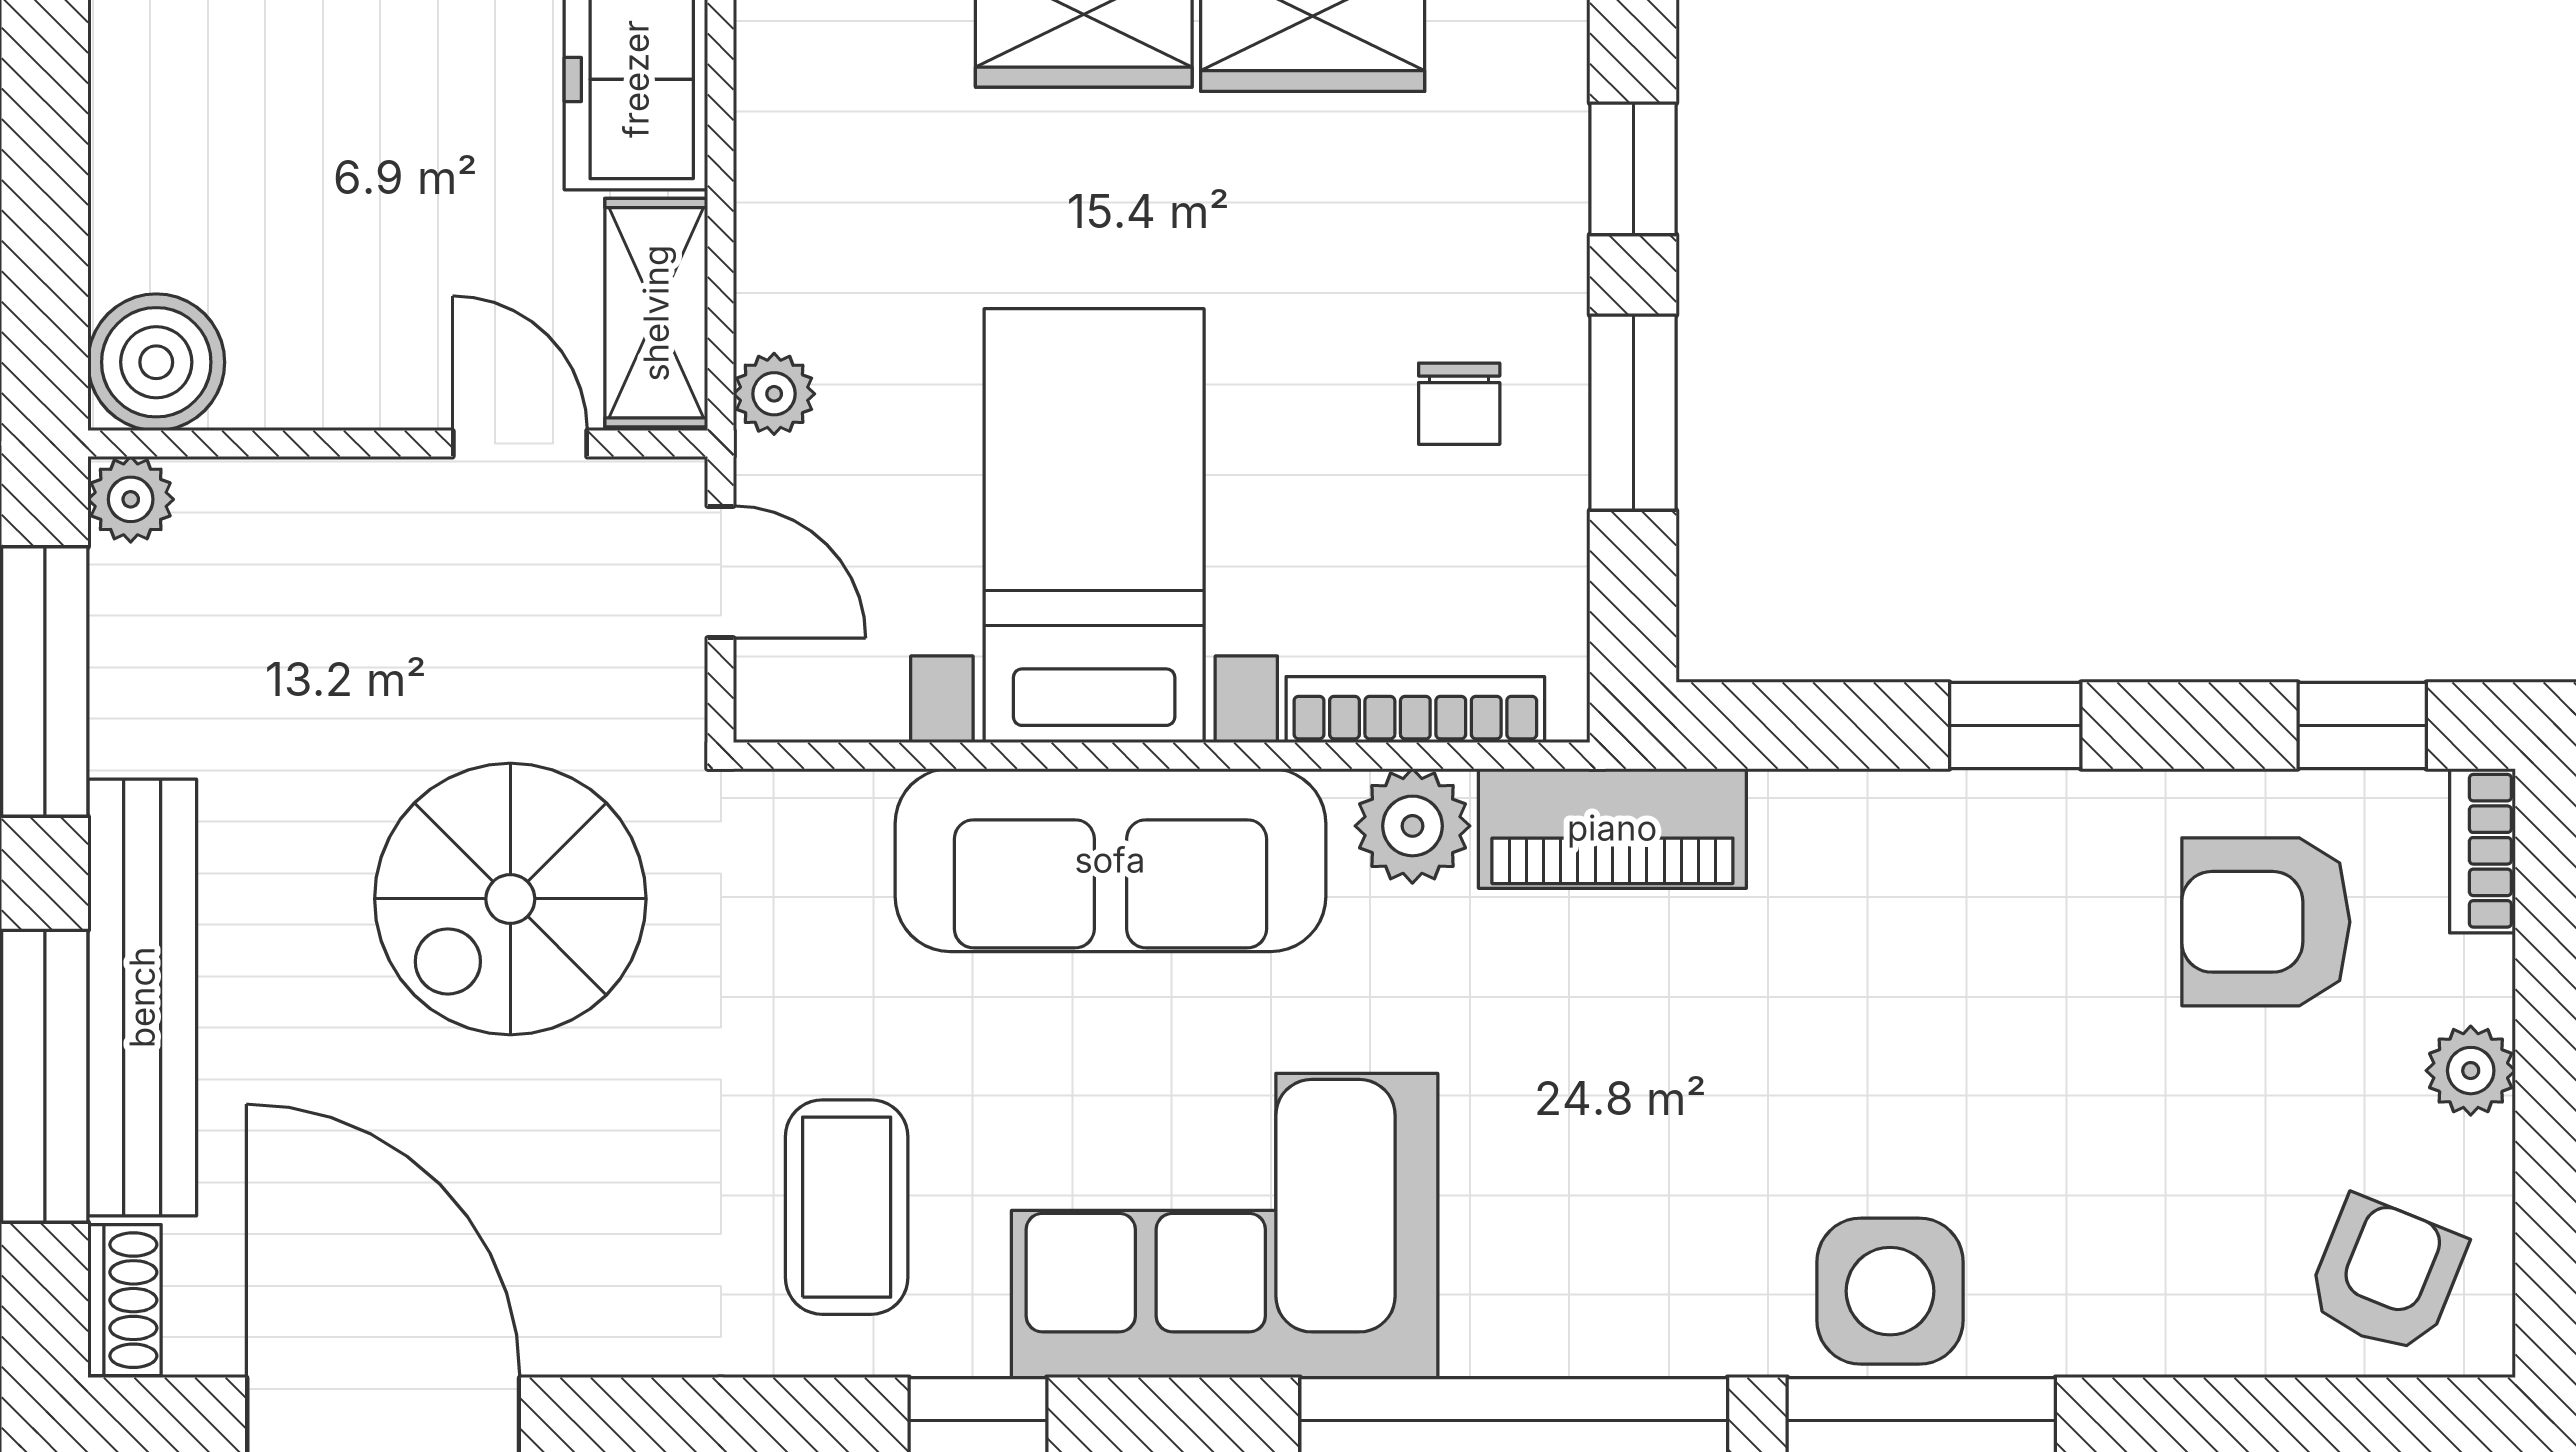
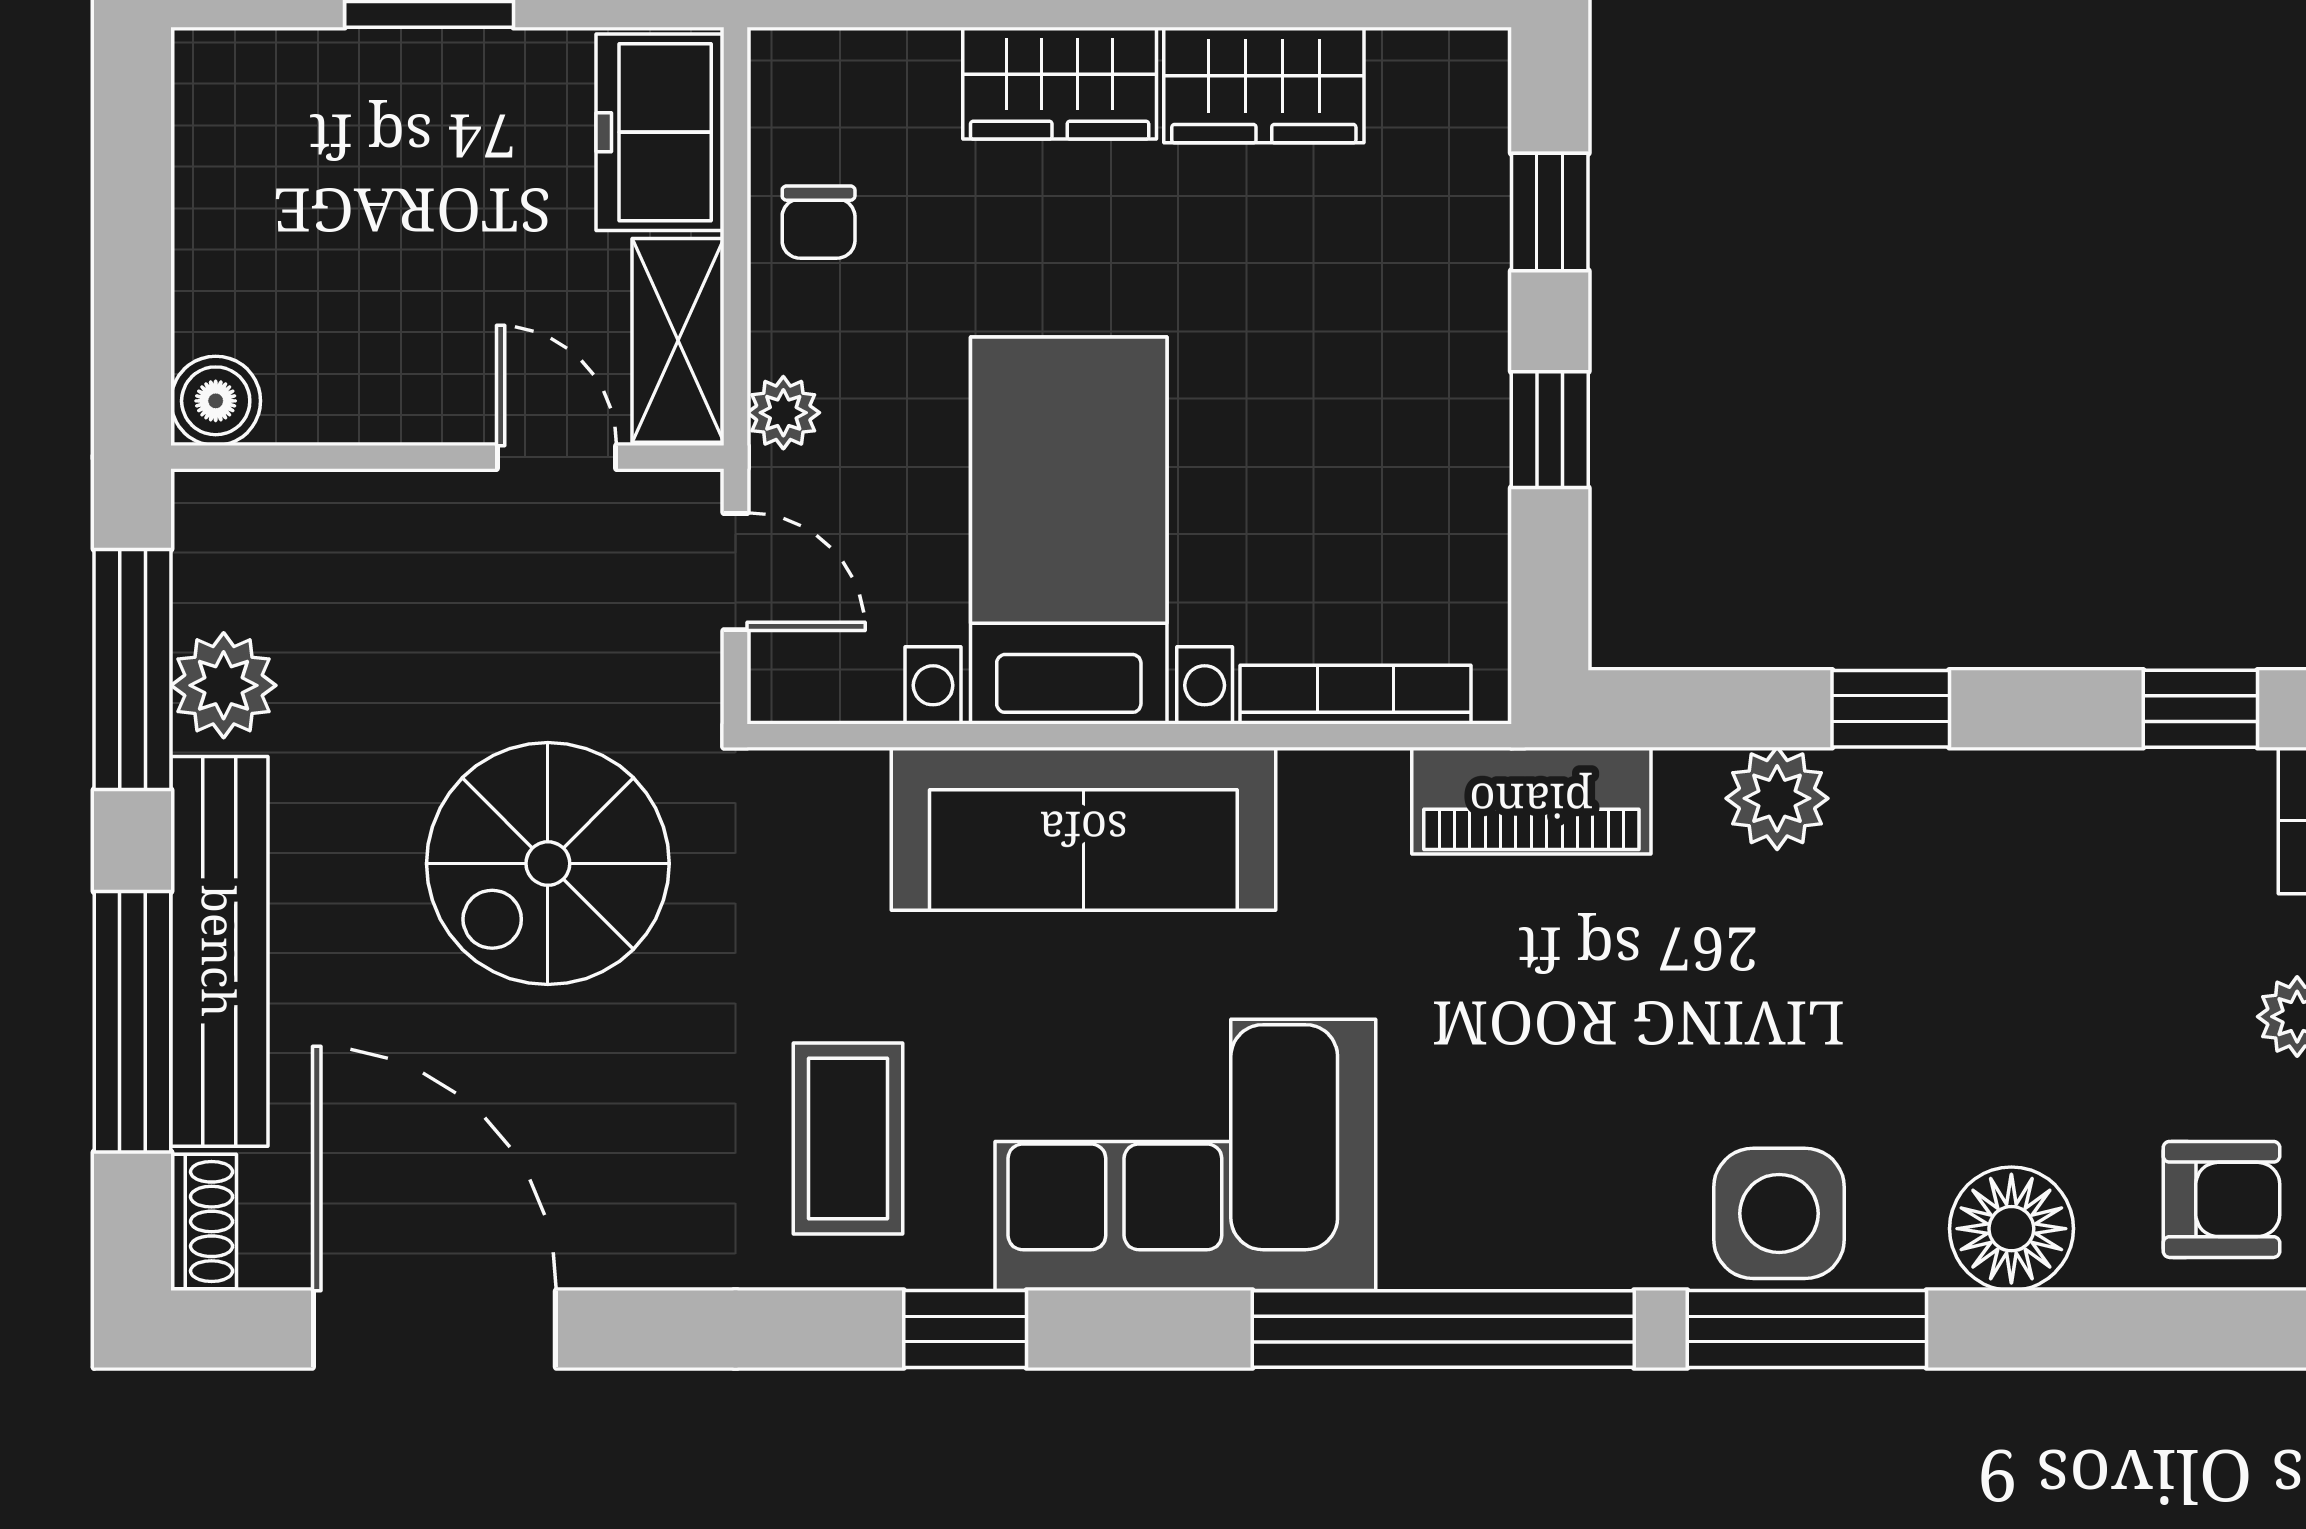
boiler: (156, 362) -> (216, 401), width x0.73, depth x0.73
chair: (1459, 404) -> (819, 222), moved
window: (1633, 413) -> (1550, 430), width x0.67
plant: (131, 499) -> (224, 685), moved, width x1.38, depth x1.38
plant: (1412, 826) -> (1777, 798), moved
armchair: (2266, 922) -> (2114, 884), removed
armchair: (2386, 1275) -> (2222, 1199), turned 68
floor lamp: (2150, 1308) -> (2011, 1229), added

